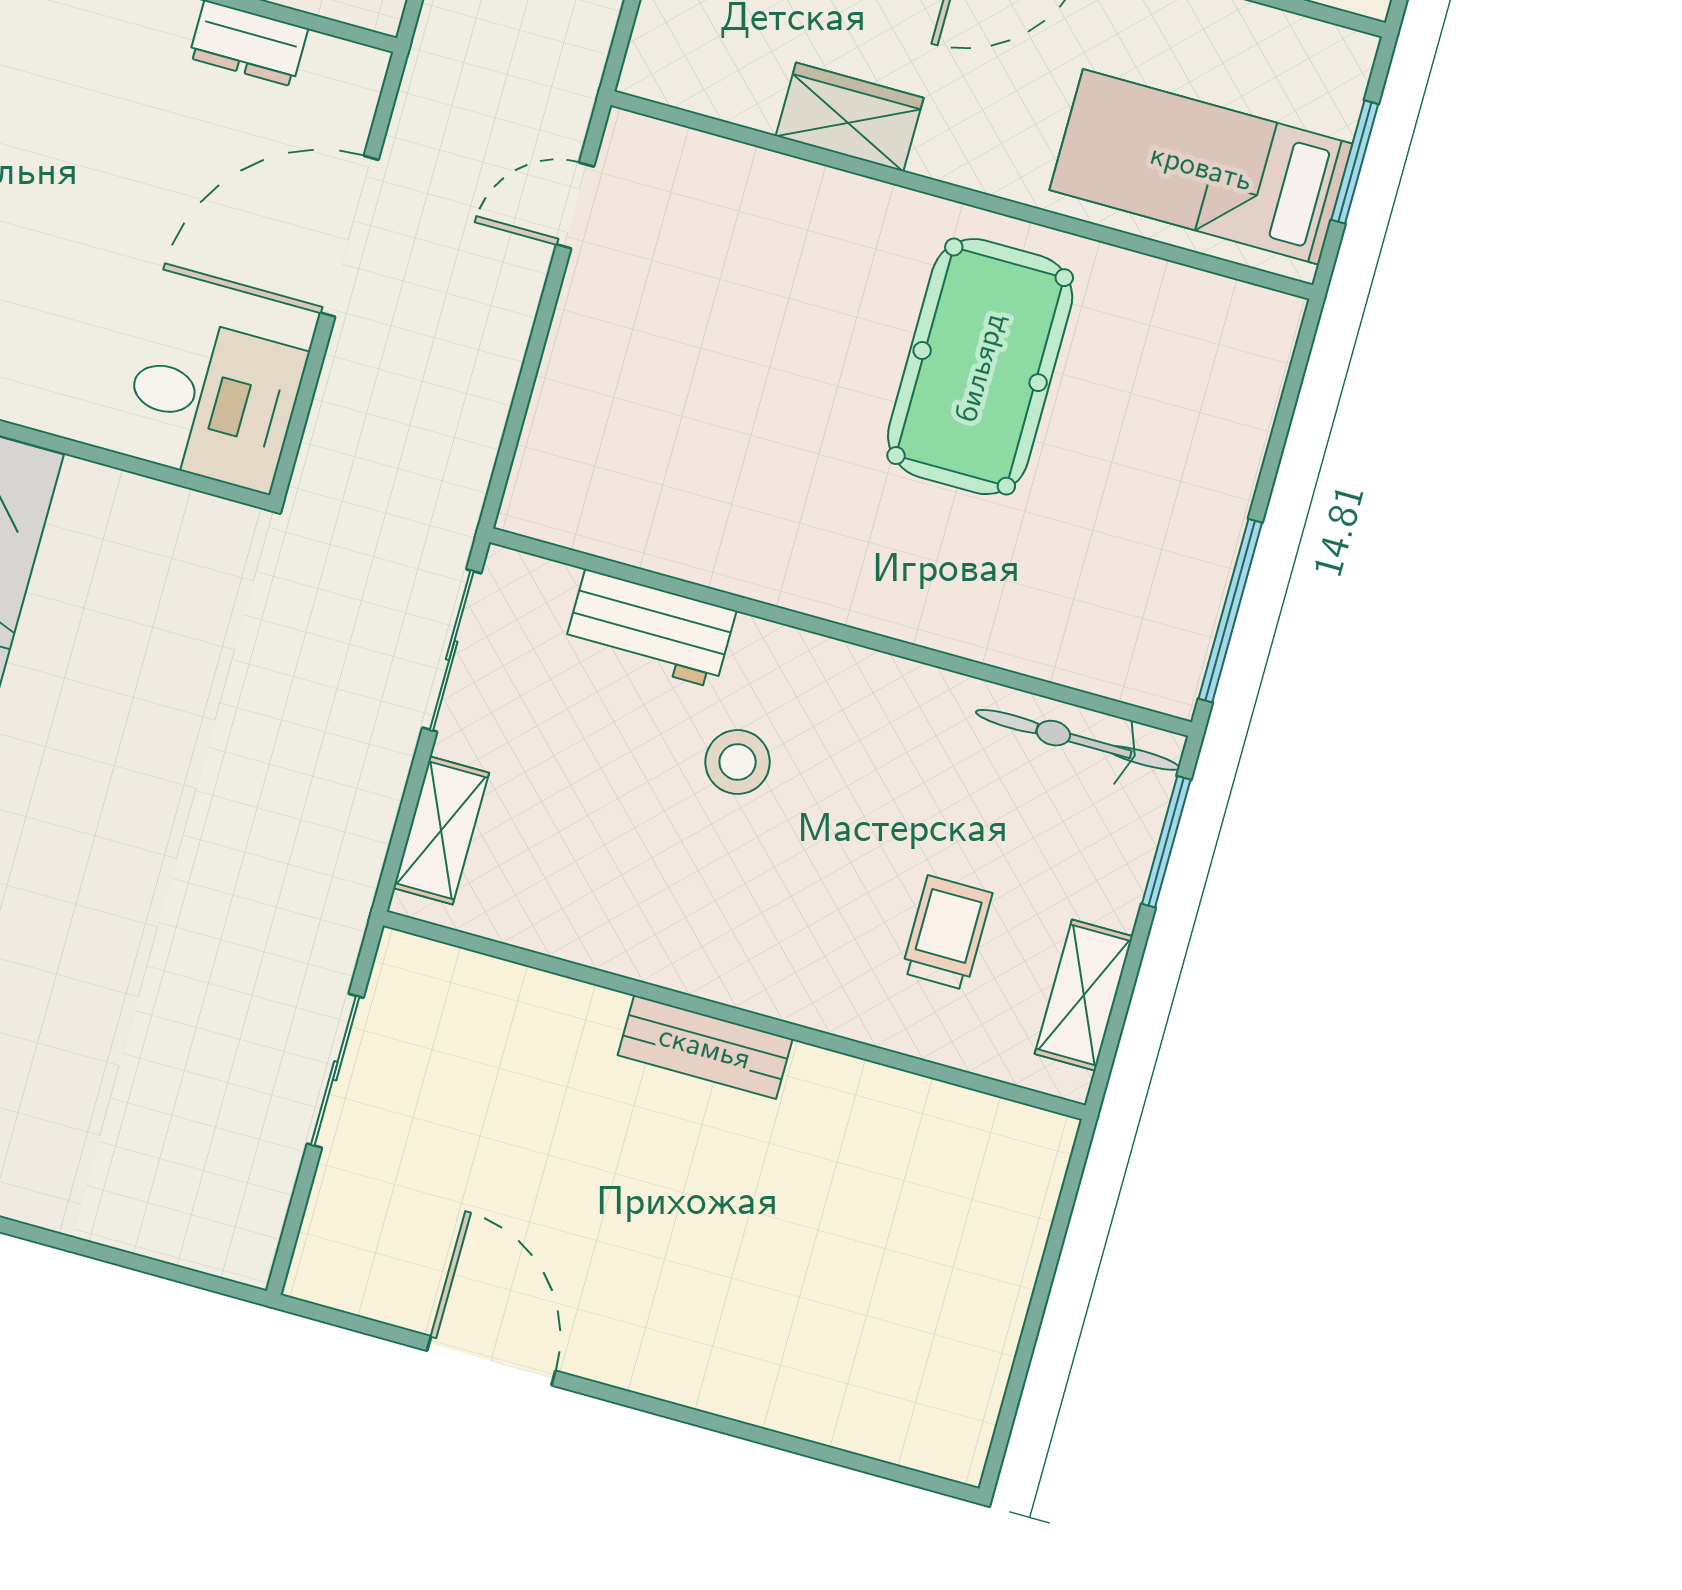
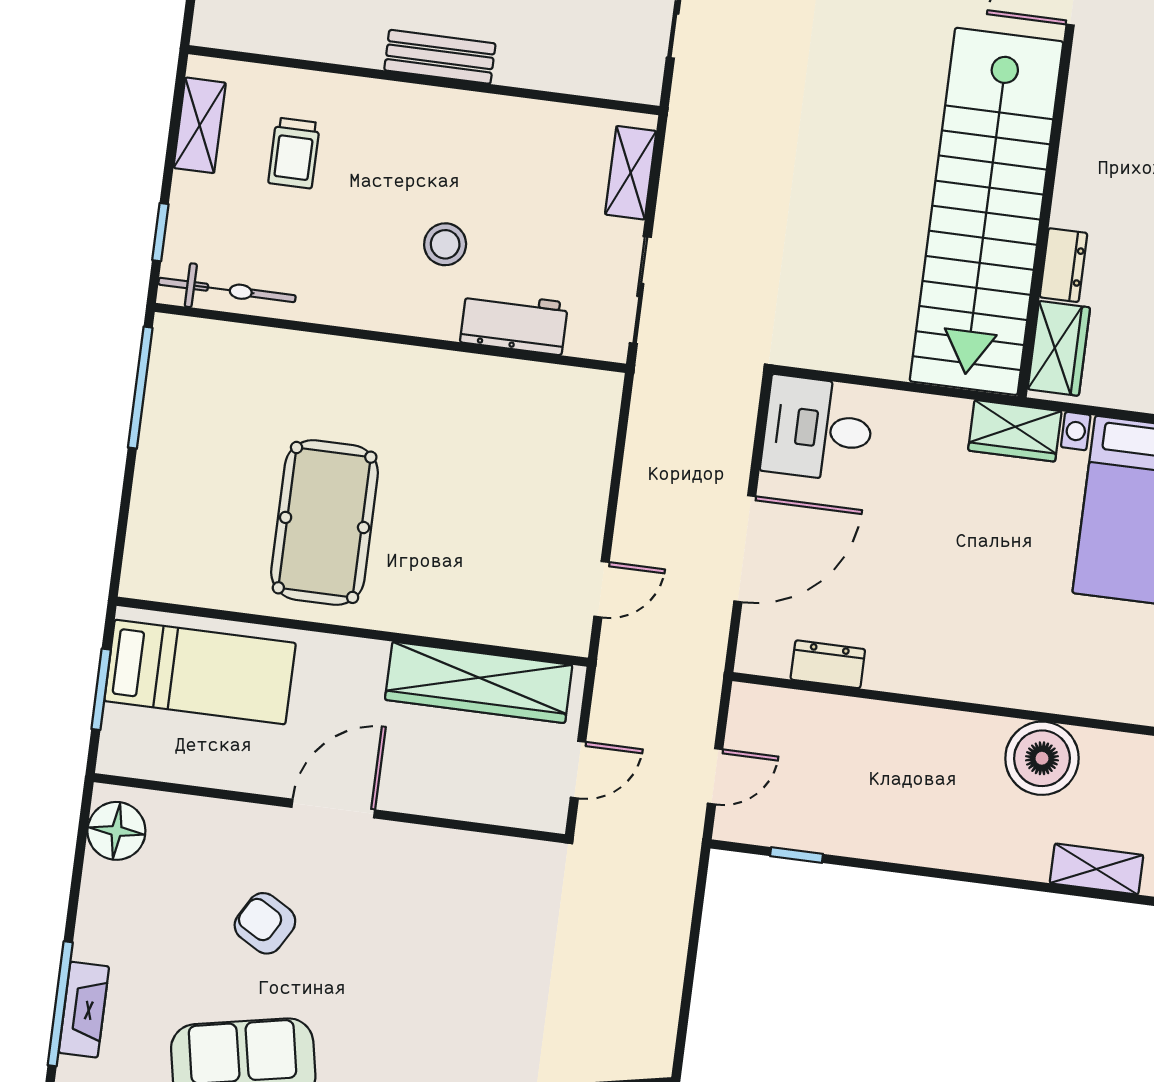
wardrobe: (850, 117) -> (479, 682), width x2.10, depth x1.17
window: (1166, 842) -> (160, 232), width x0.67

